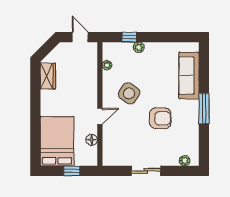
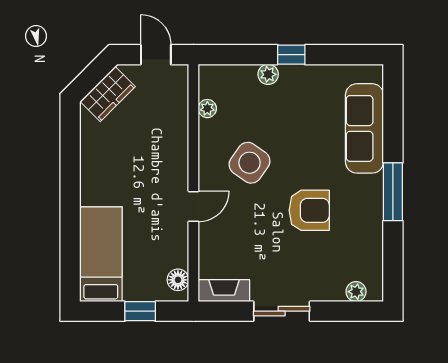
window: (129, 37) -> (291, 55), moved
wardrobe: (48, 76) -> (108, 94), moved, turned 45
floor lamp: (92, 140) -> (178, 280), moved
bed: (57, 141) -> (101, 254), width x0.67
fireplace: (116, 160) -> (224, 291), added

